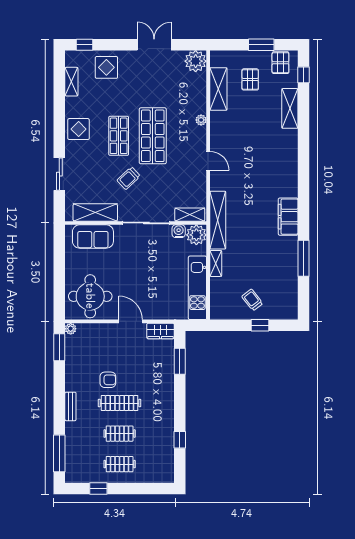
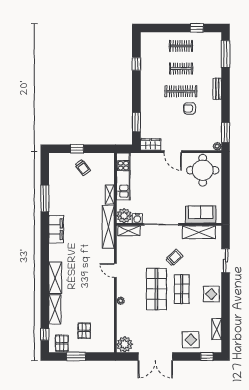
double door: (154, 45) -> (155, 357), width x1.37
shelving: (218, 89) -> (55, 278), moved

